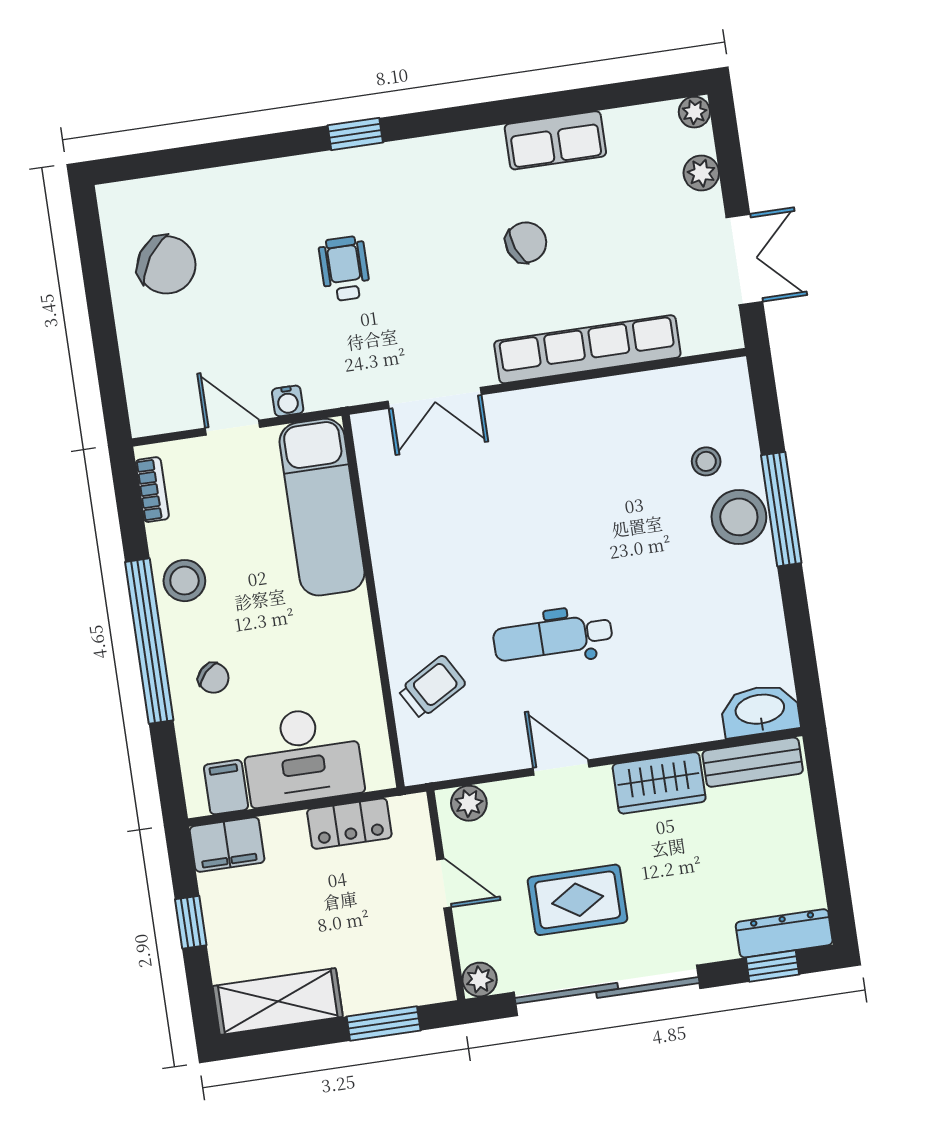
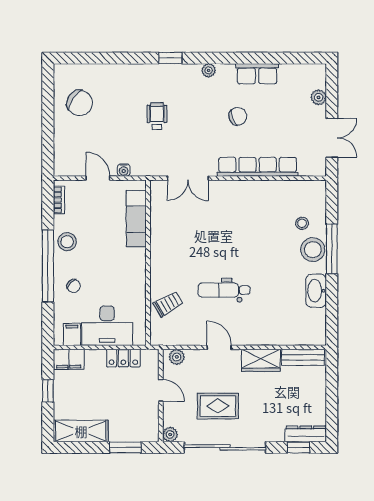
plant: (694, 112) -> (209, 70), moved
exam couch: (322, 507) -> (136, 219), width x0.73, depth x0.69
washbasin: (760, 711) -> (316, 291), moved, turned -90

